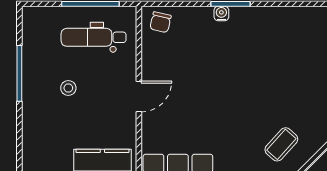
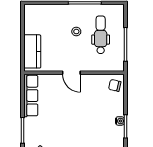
dental chair: (94, 37) -> (101, 35), moved

